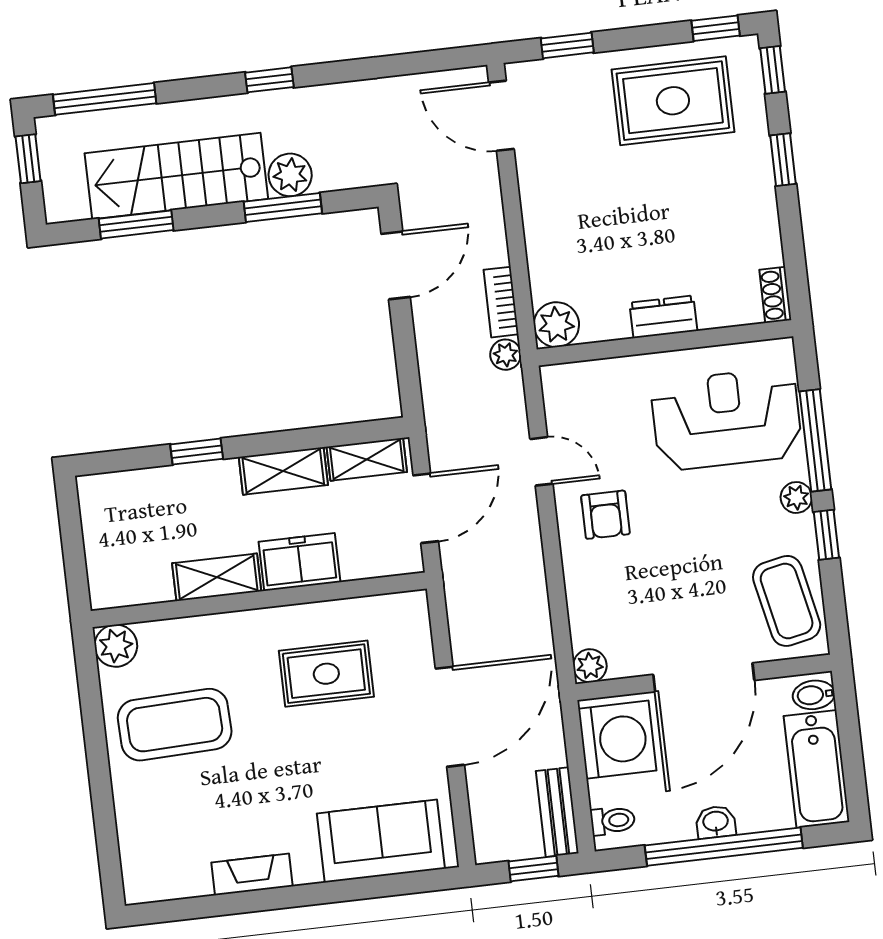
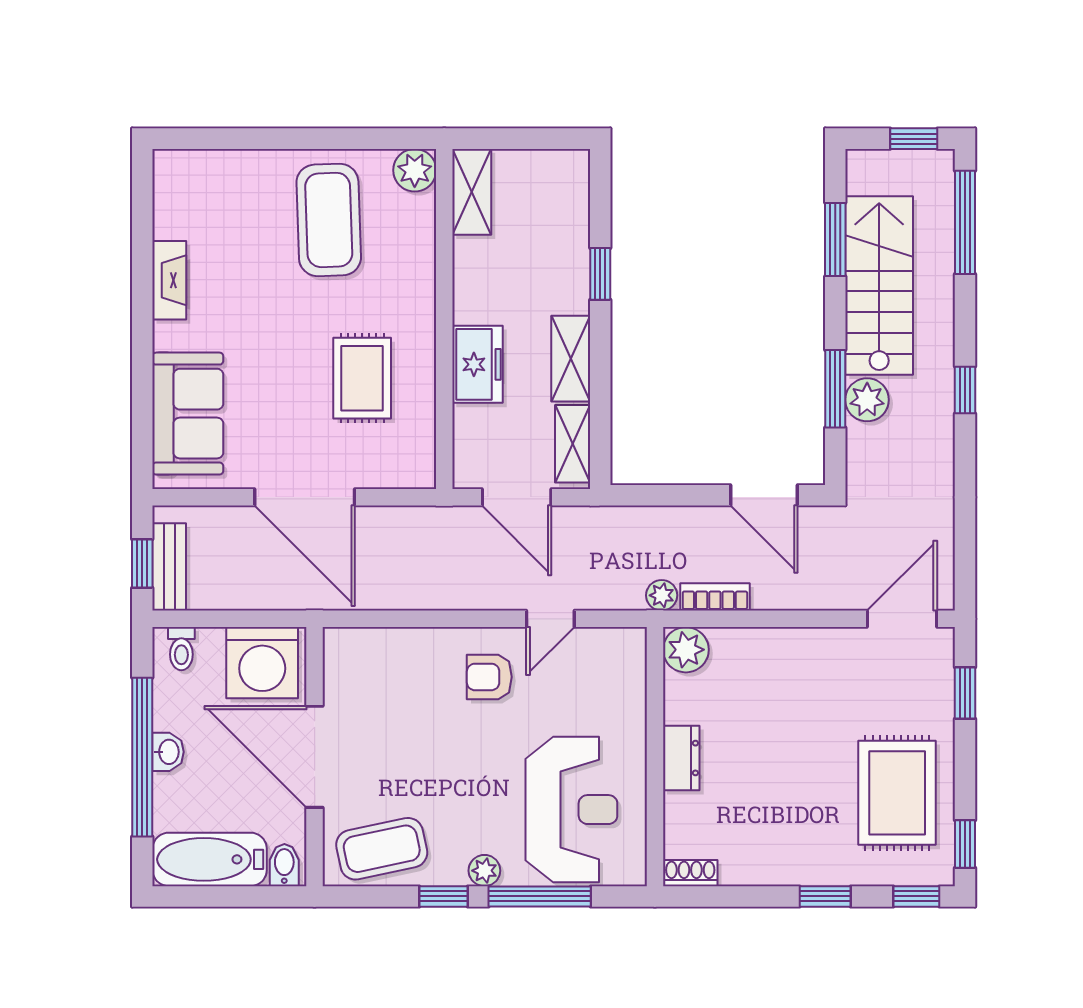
shelving: (217, 577) -> (472, 192), moved
plant: (590, 666) -> (339, 644), removed
bench: (557, 812) -> (169, 567), moved, turned 90

